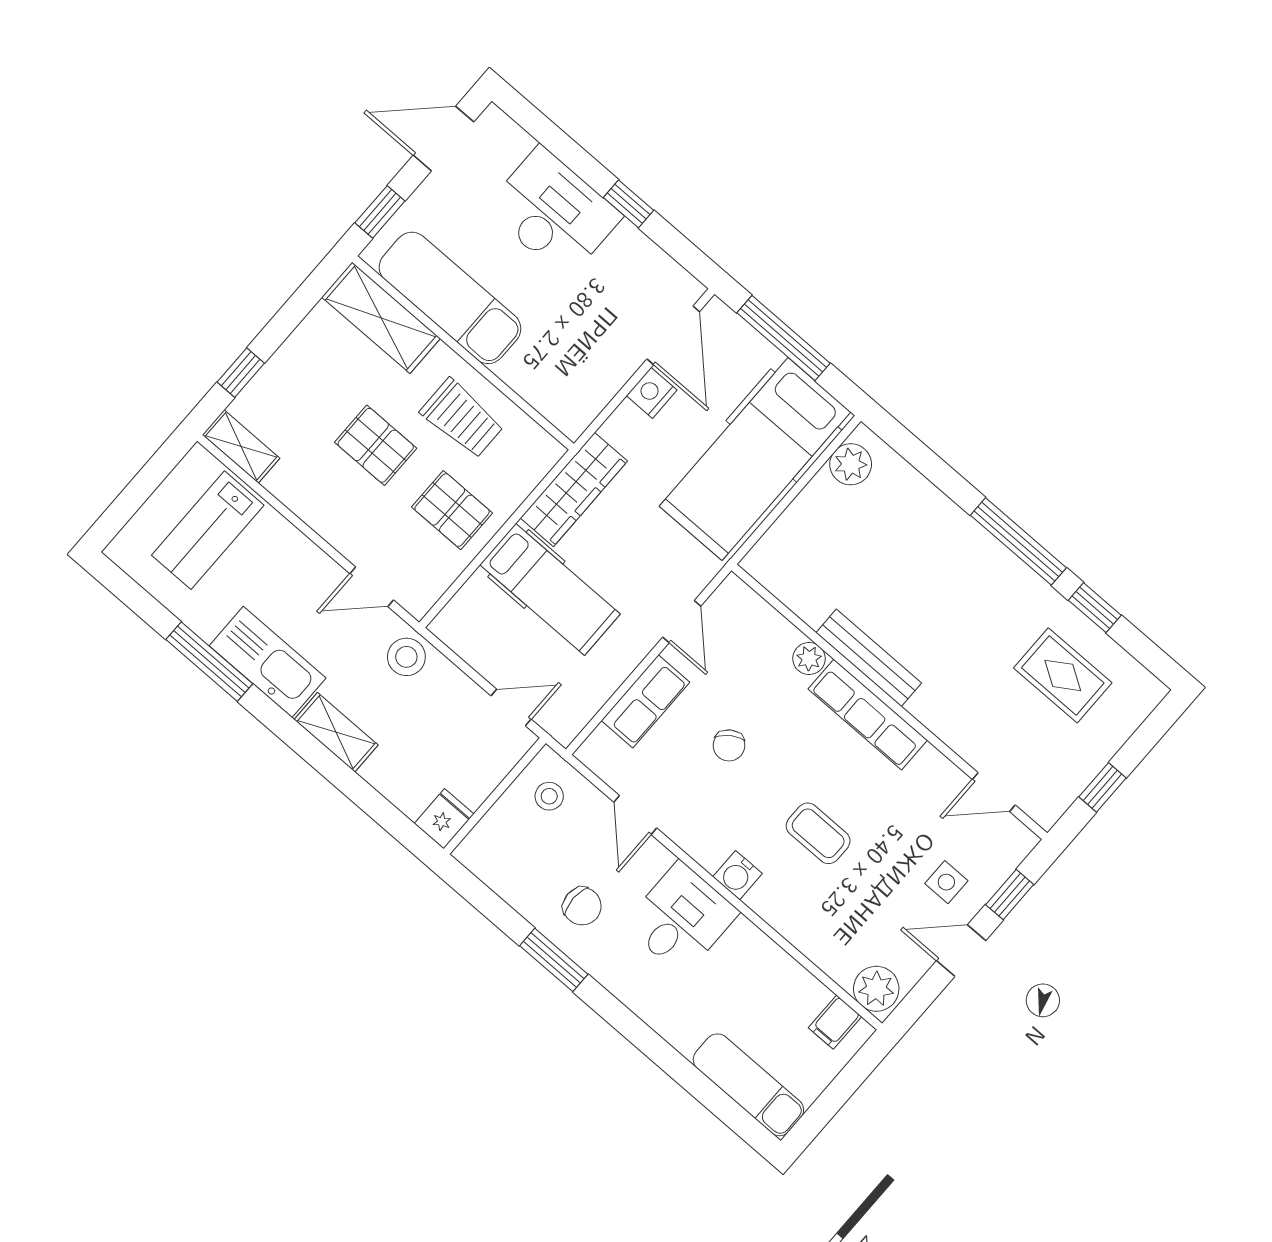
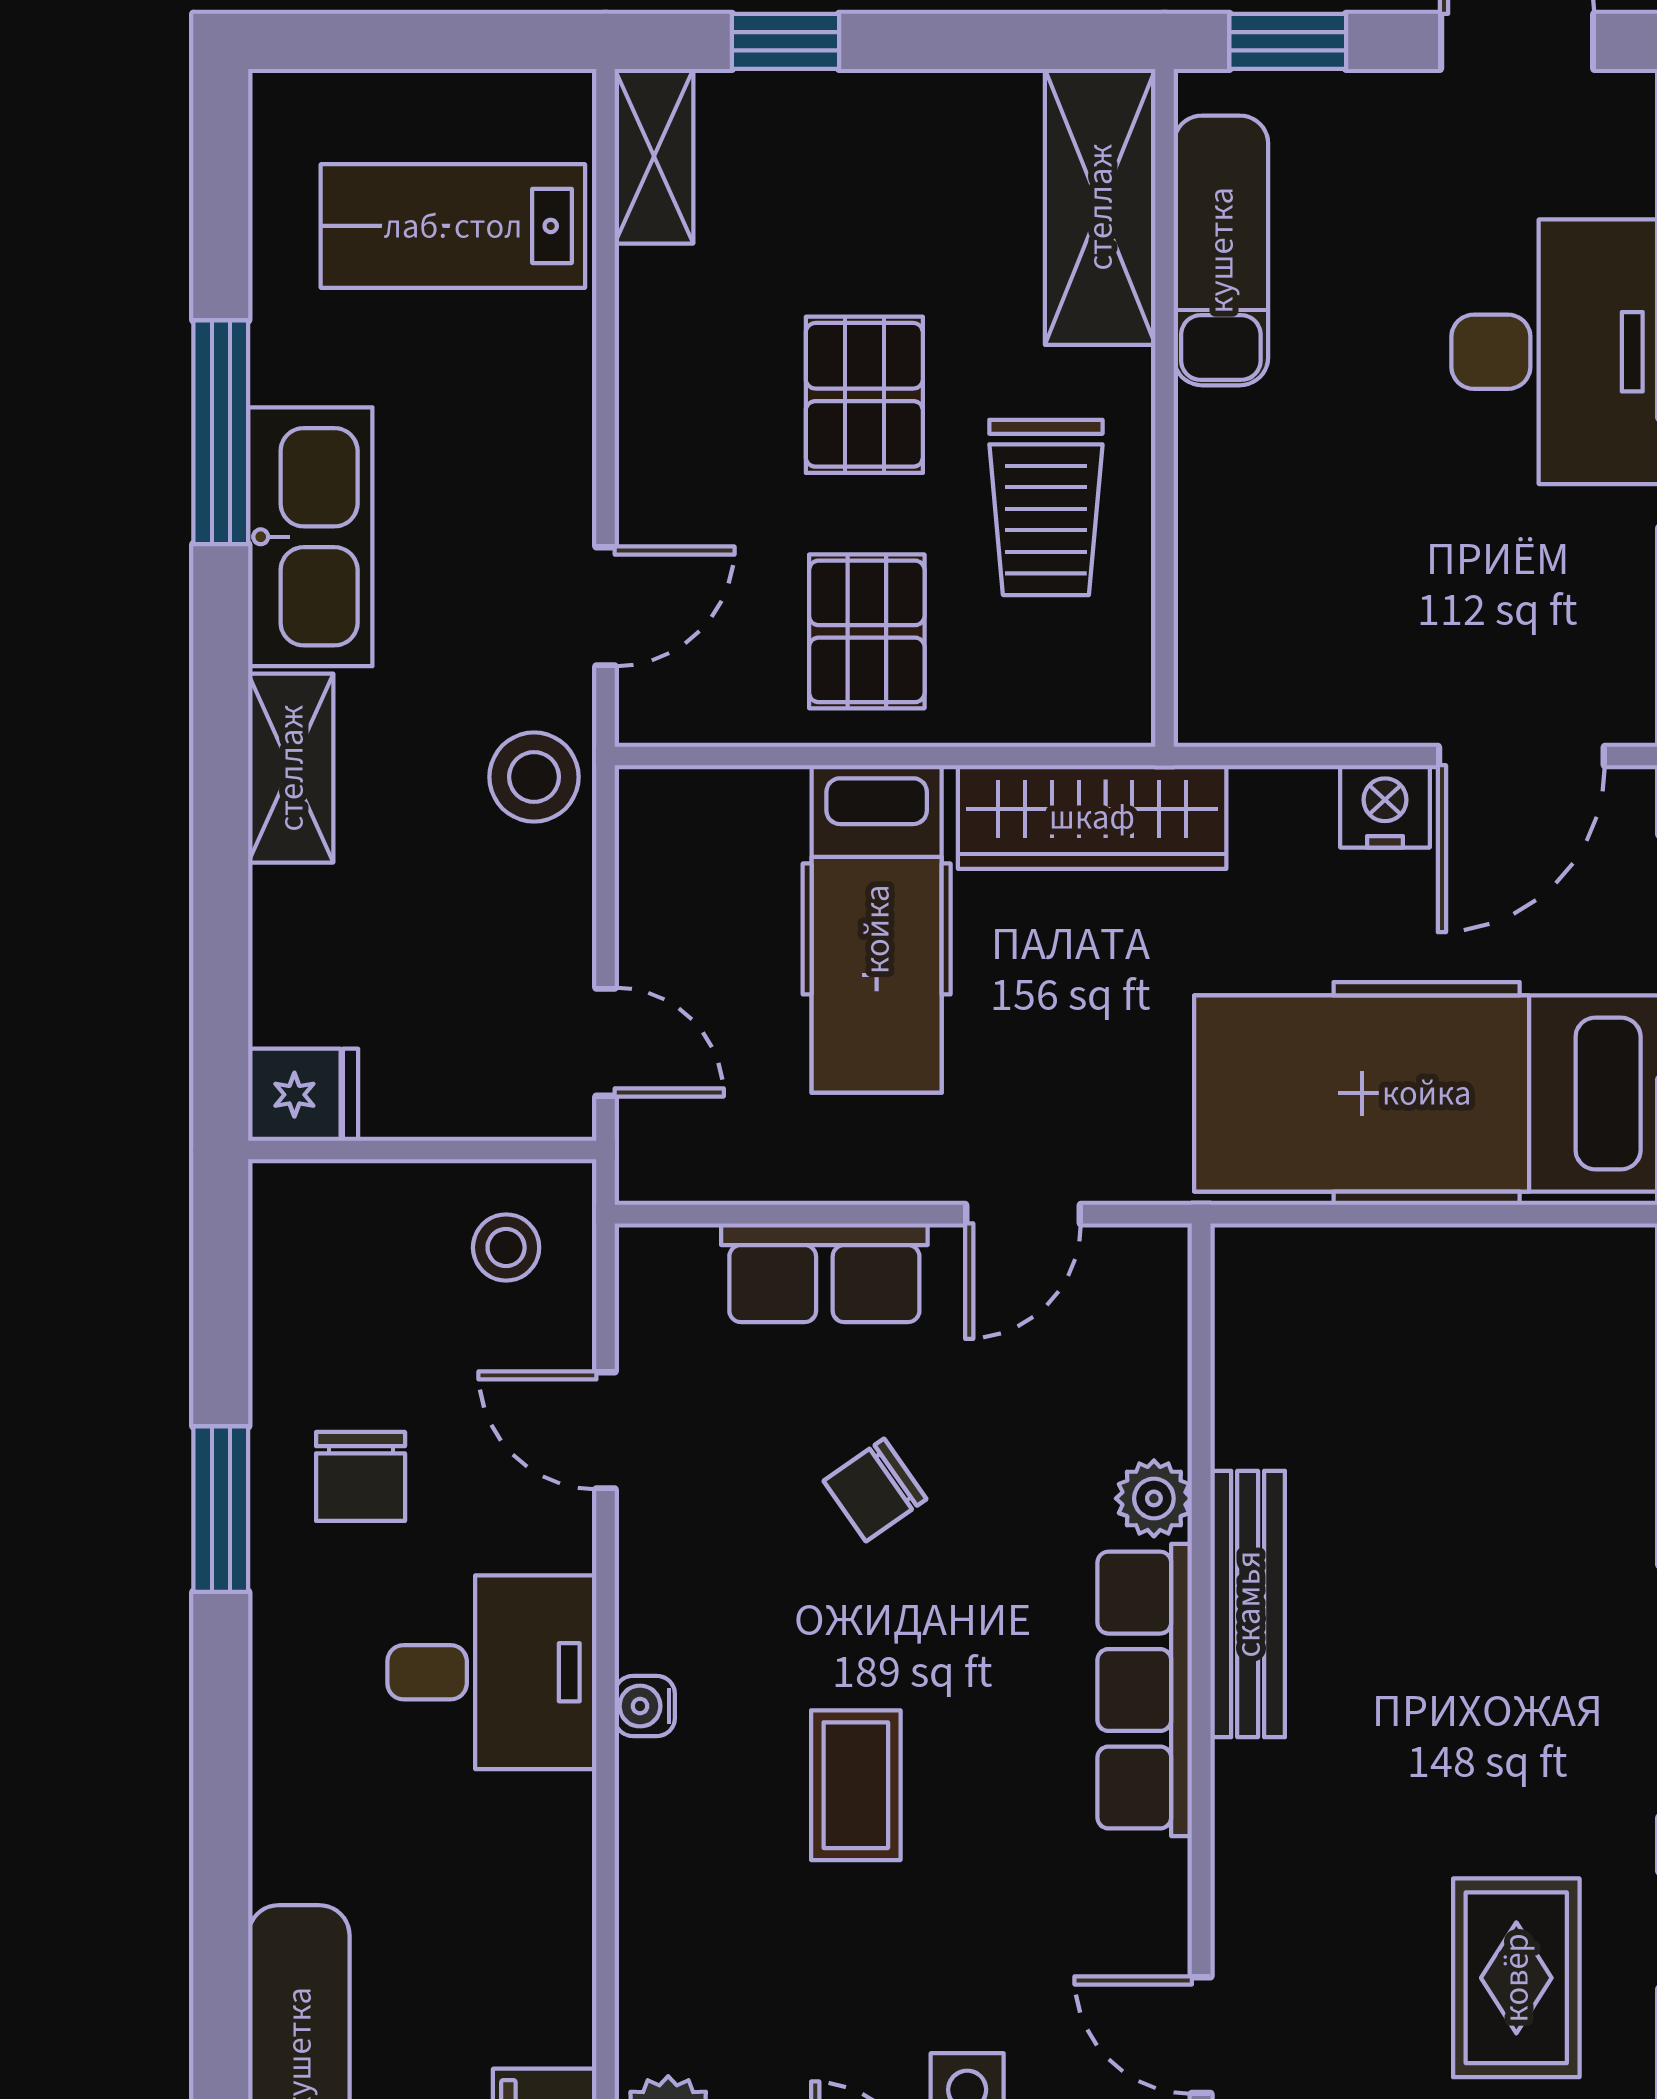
exam couch: (450, 298) -> (1221, 250), width x0.73, depth x0.69
plant: (851, 464) -> (1565, 1272), removed
door: (372, 587) -> (606, 606), swing flipped
door: (635, 815) -> (606, 1430), hinge flipped
water cooler: (738, 875) -> (645, 1706), width x0.72, depth x0.72

